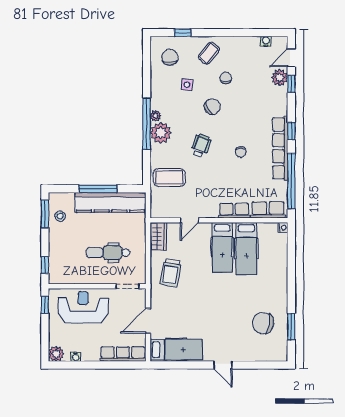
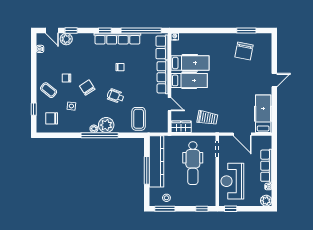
row of seats: (234, 211) -> (163, 77), width x1.48
dental chair: (108, 253) -> (193, 163), width x1.36, depth x1.38
row of seats: (123, 354) -> (266, 166), moved

